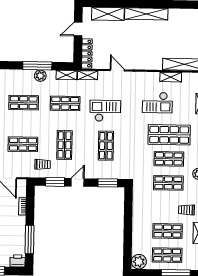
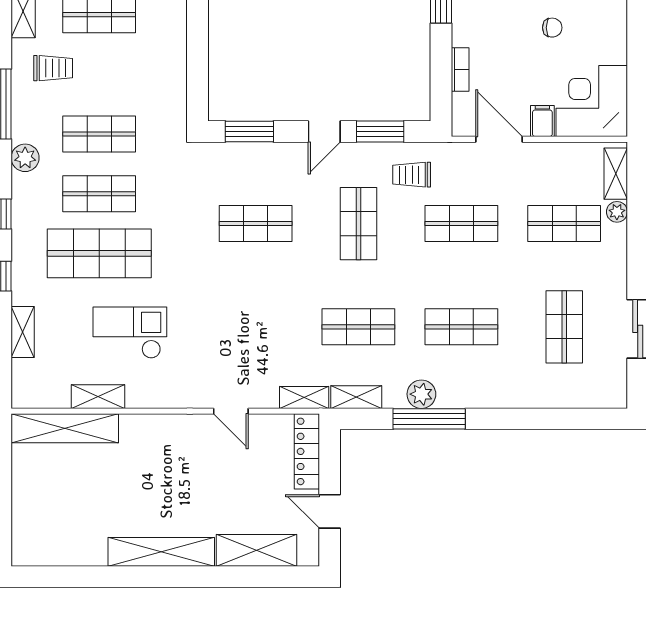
door: (78, 29) -> (330, 511), swing flipped
checkout: (105, 111) -> (259, 310), removed
shop shelf: (106, 146) -> (256, 224), turned 90

